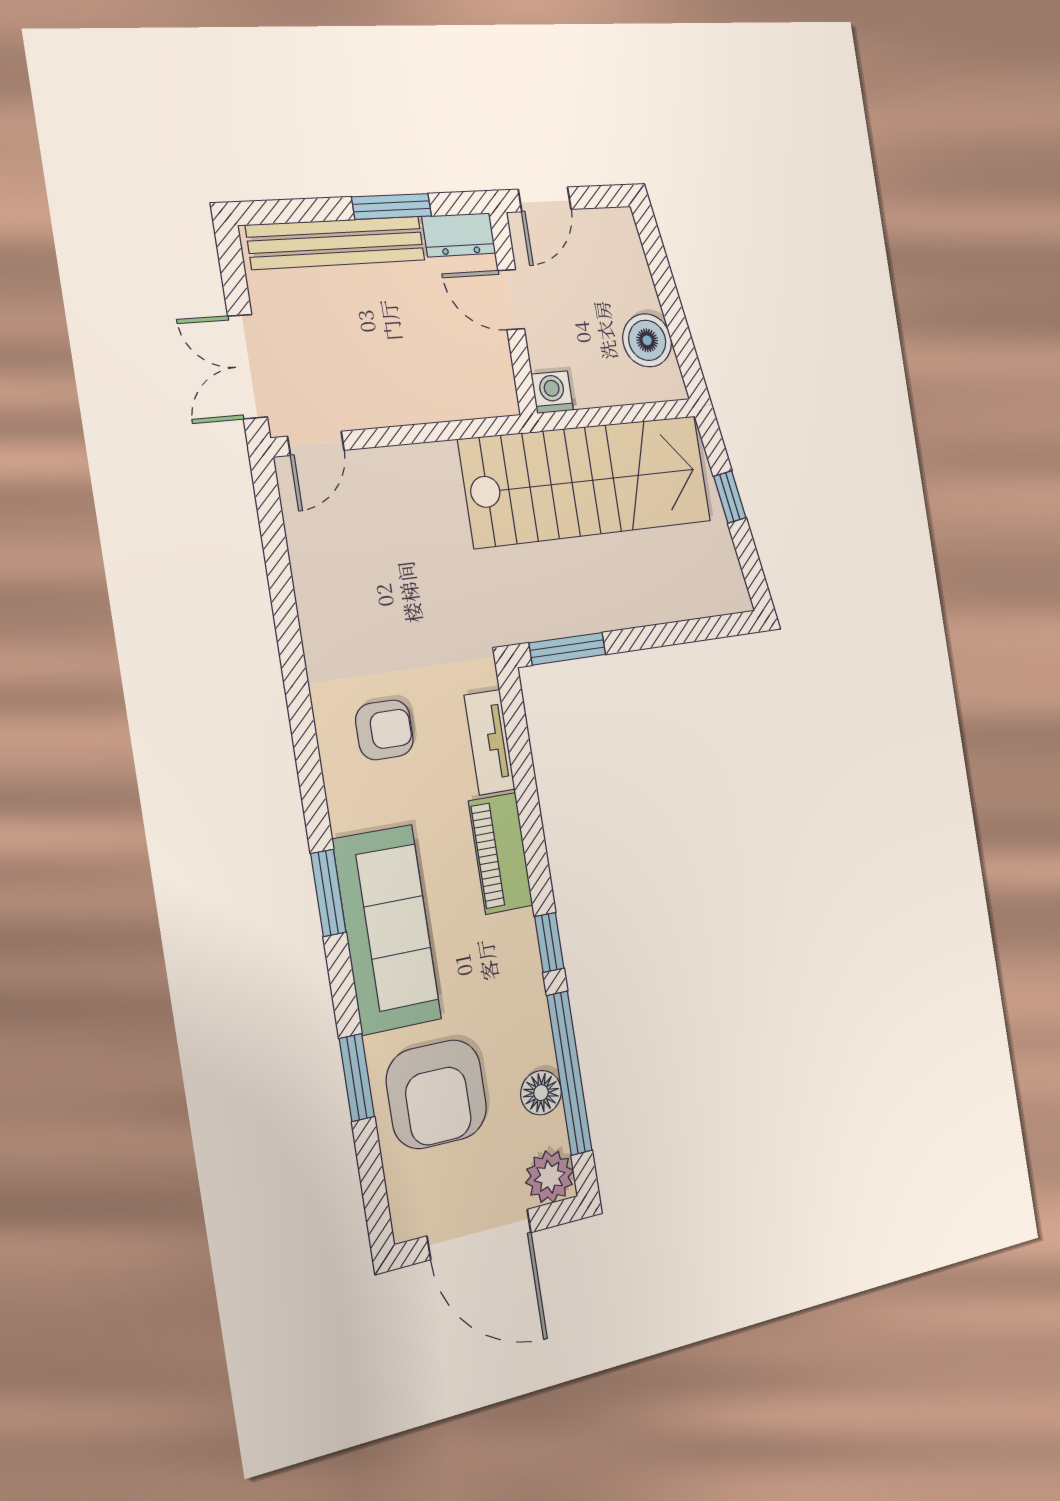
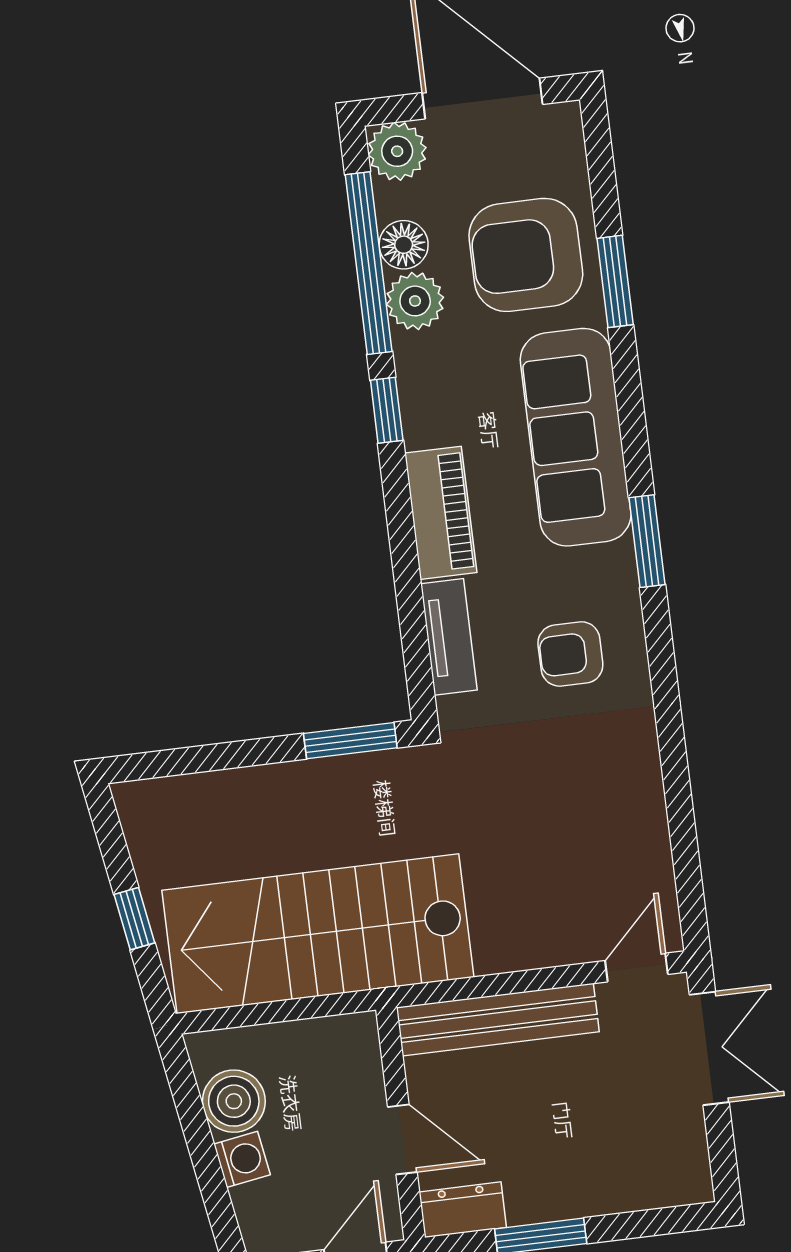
bench: (336, 243) -> (498, 1020), moved
washing machine: (552, 392) -> (242, 1159), moved, turned -99
window: (328, 893) -> (647, 541), moved
plant: (530, 1043) -> (415, 301), added
armchair: (437, 1094) -> (526, 255), turned -90

